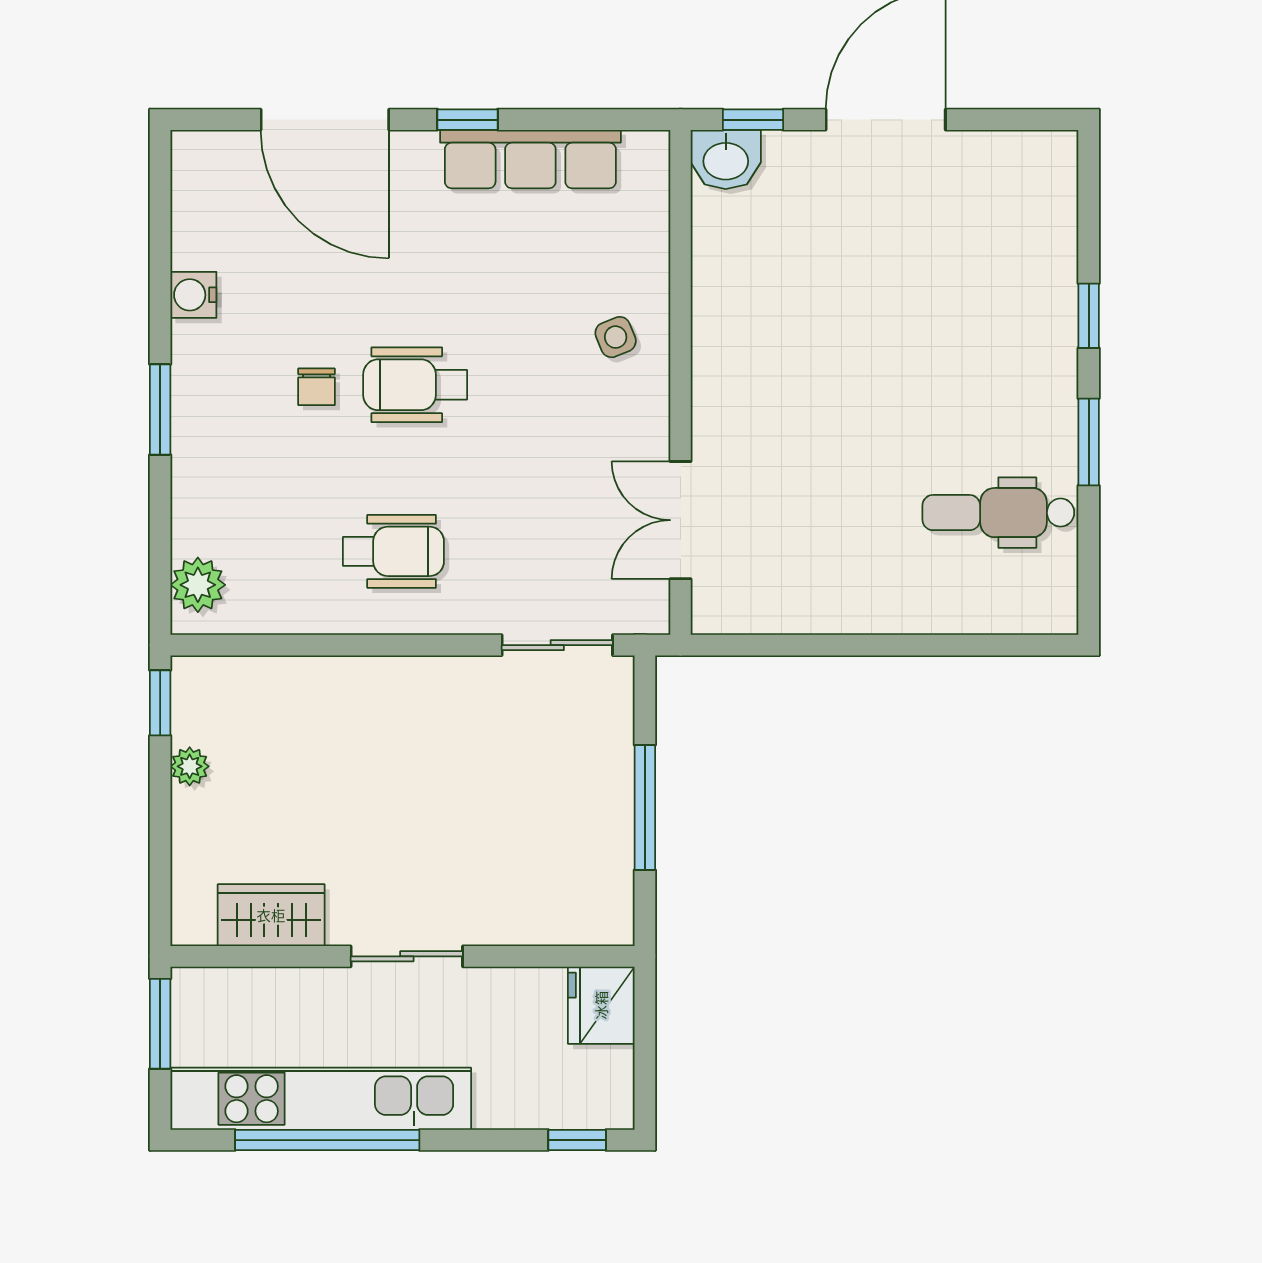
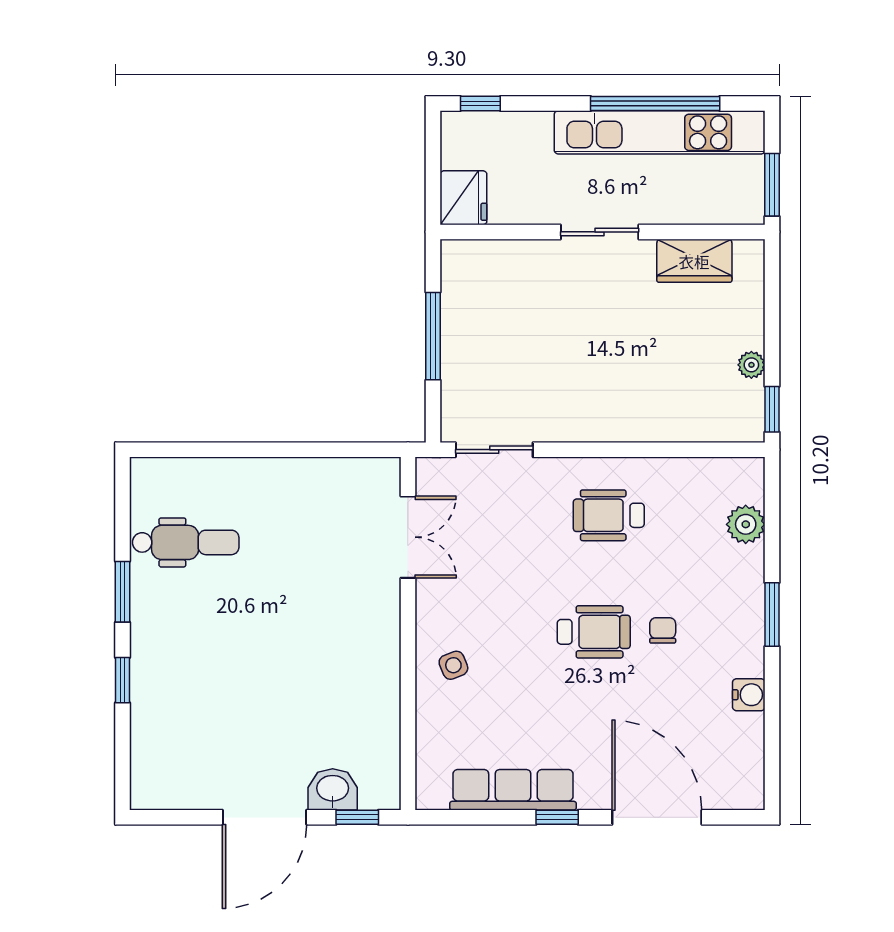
washbasin: (726, 159) -> (333, 789), moved
plant: (198, 585) -> (746, 524), moved

